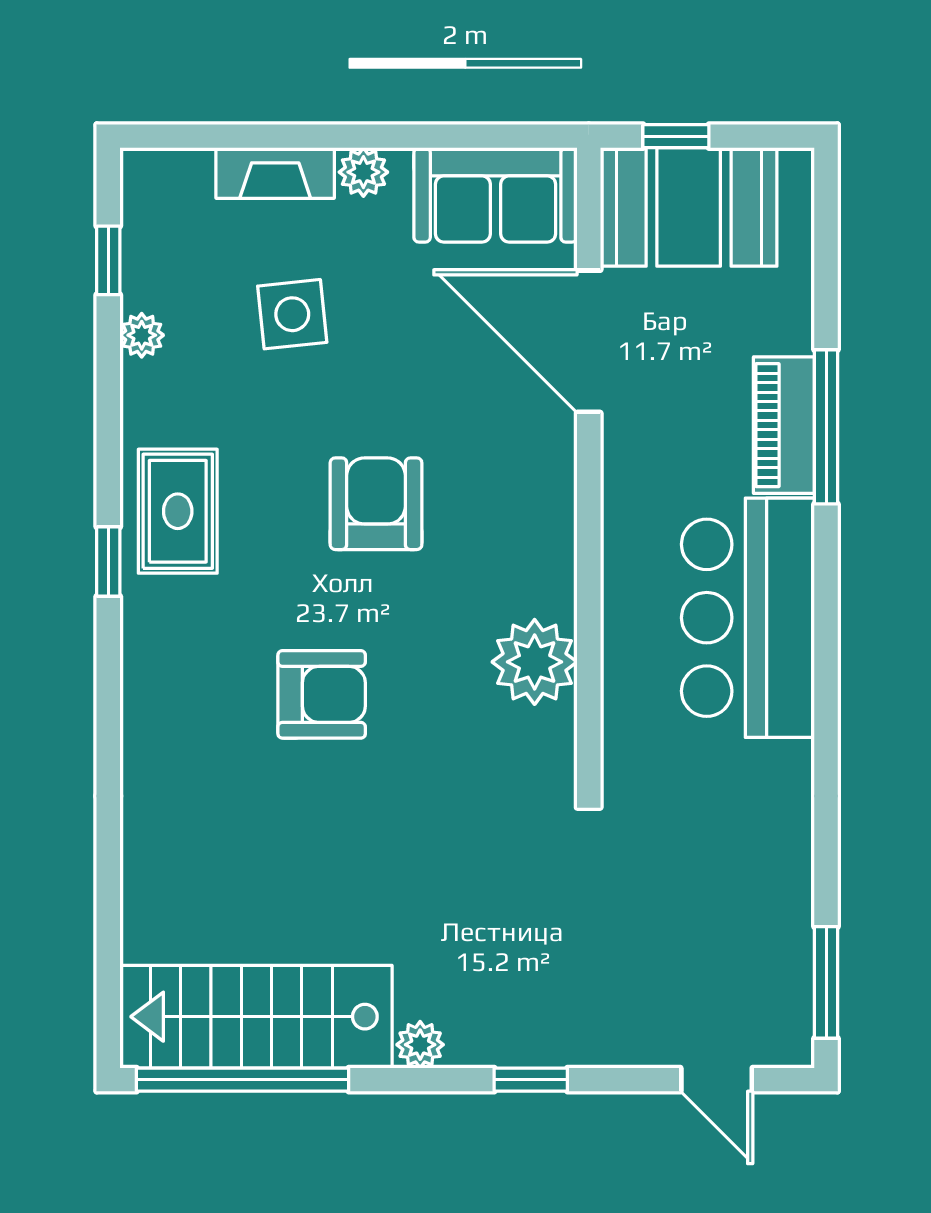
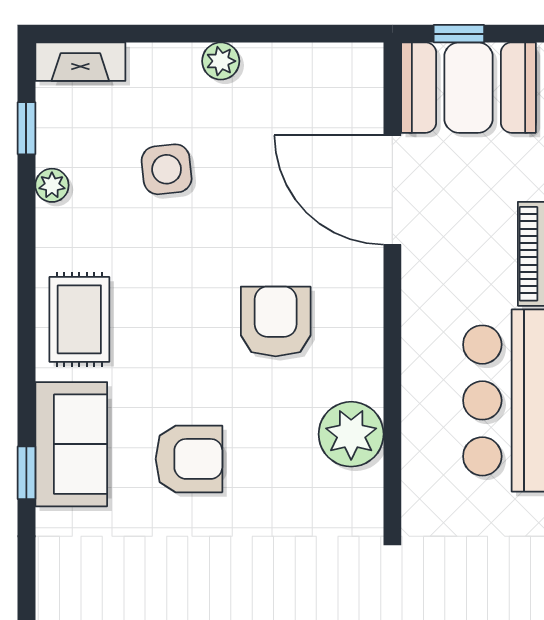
fireplace: (275, 173) -> (80, 62), moved
sofa: (496, 195) -> (71, 444), moved, turned -90
armchair: (376, 504) -> (276, 321), moved
window: (108, 562) -> (26, 473), moved

